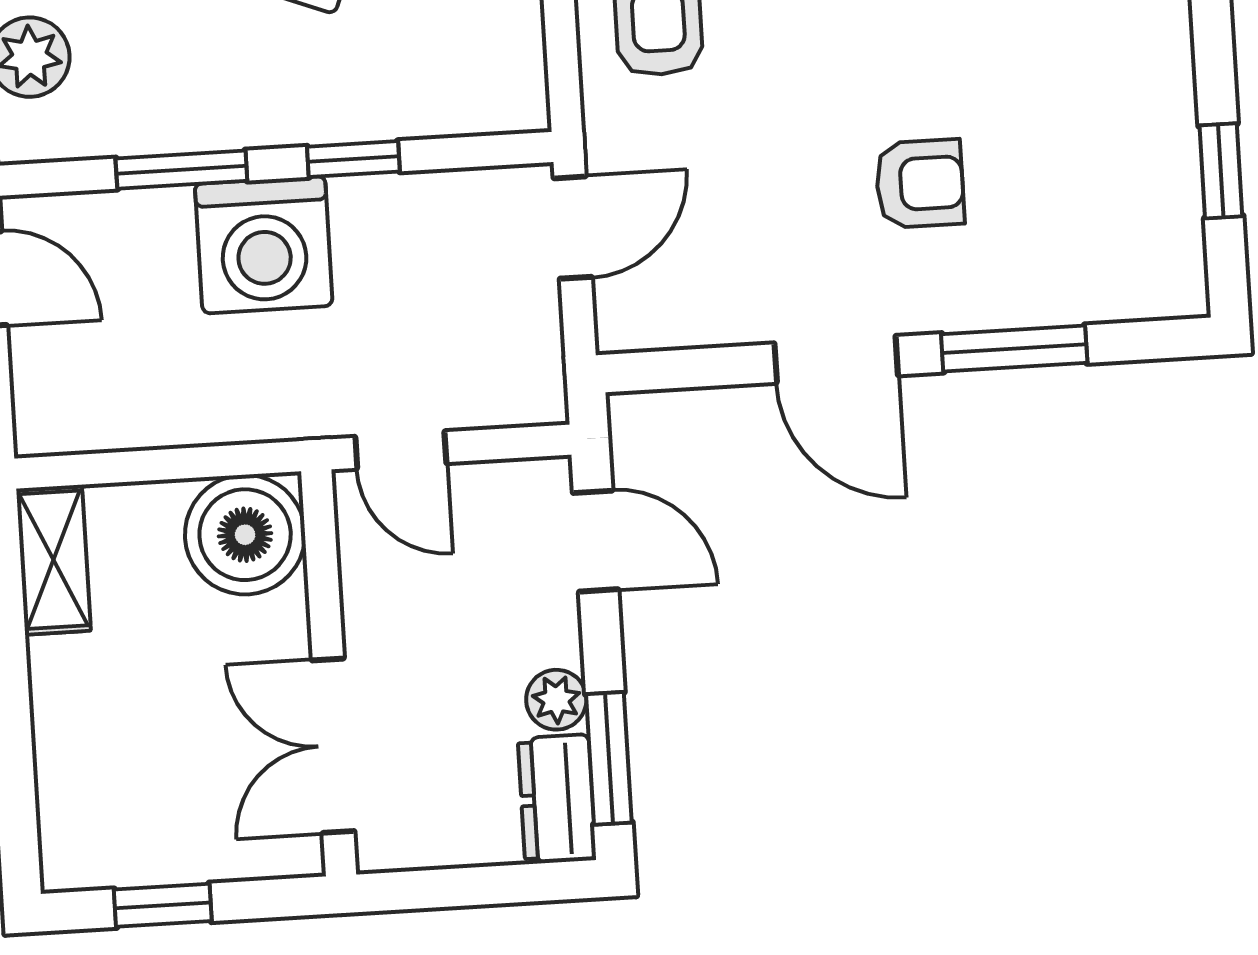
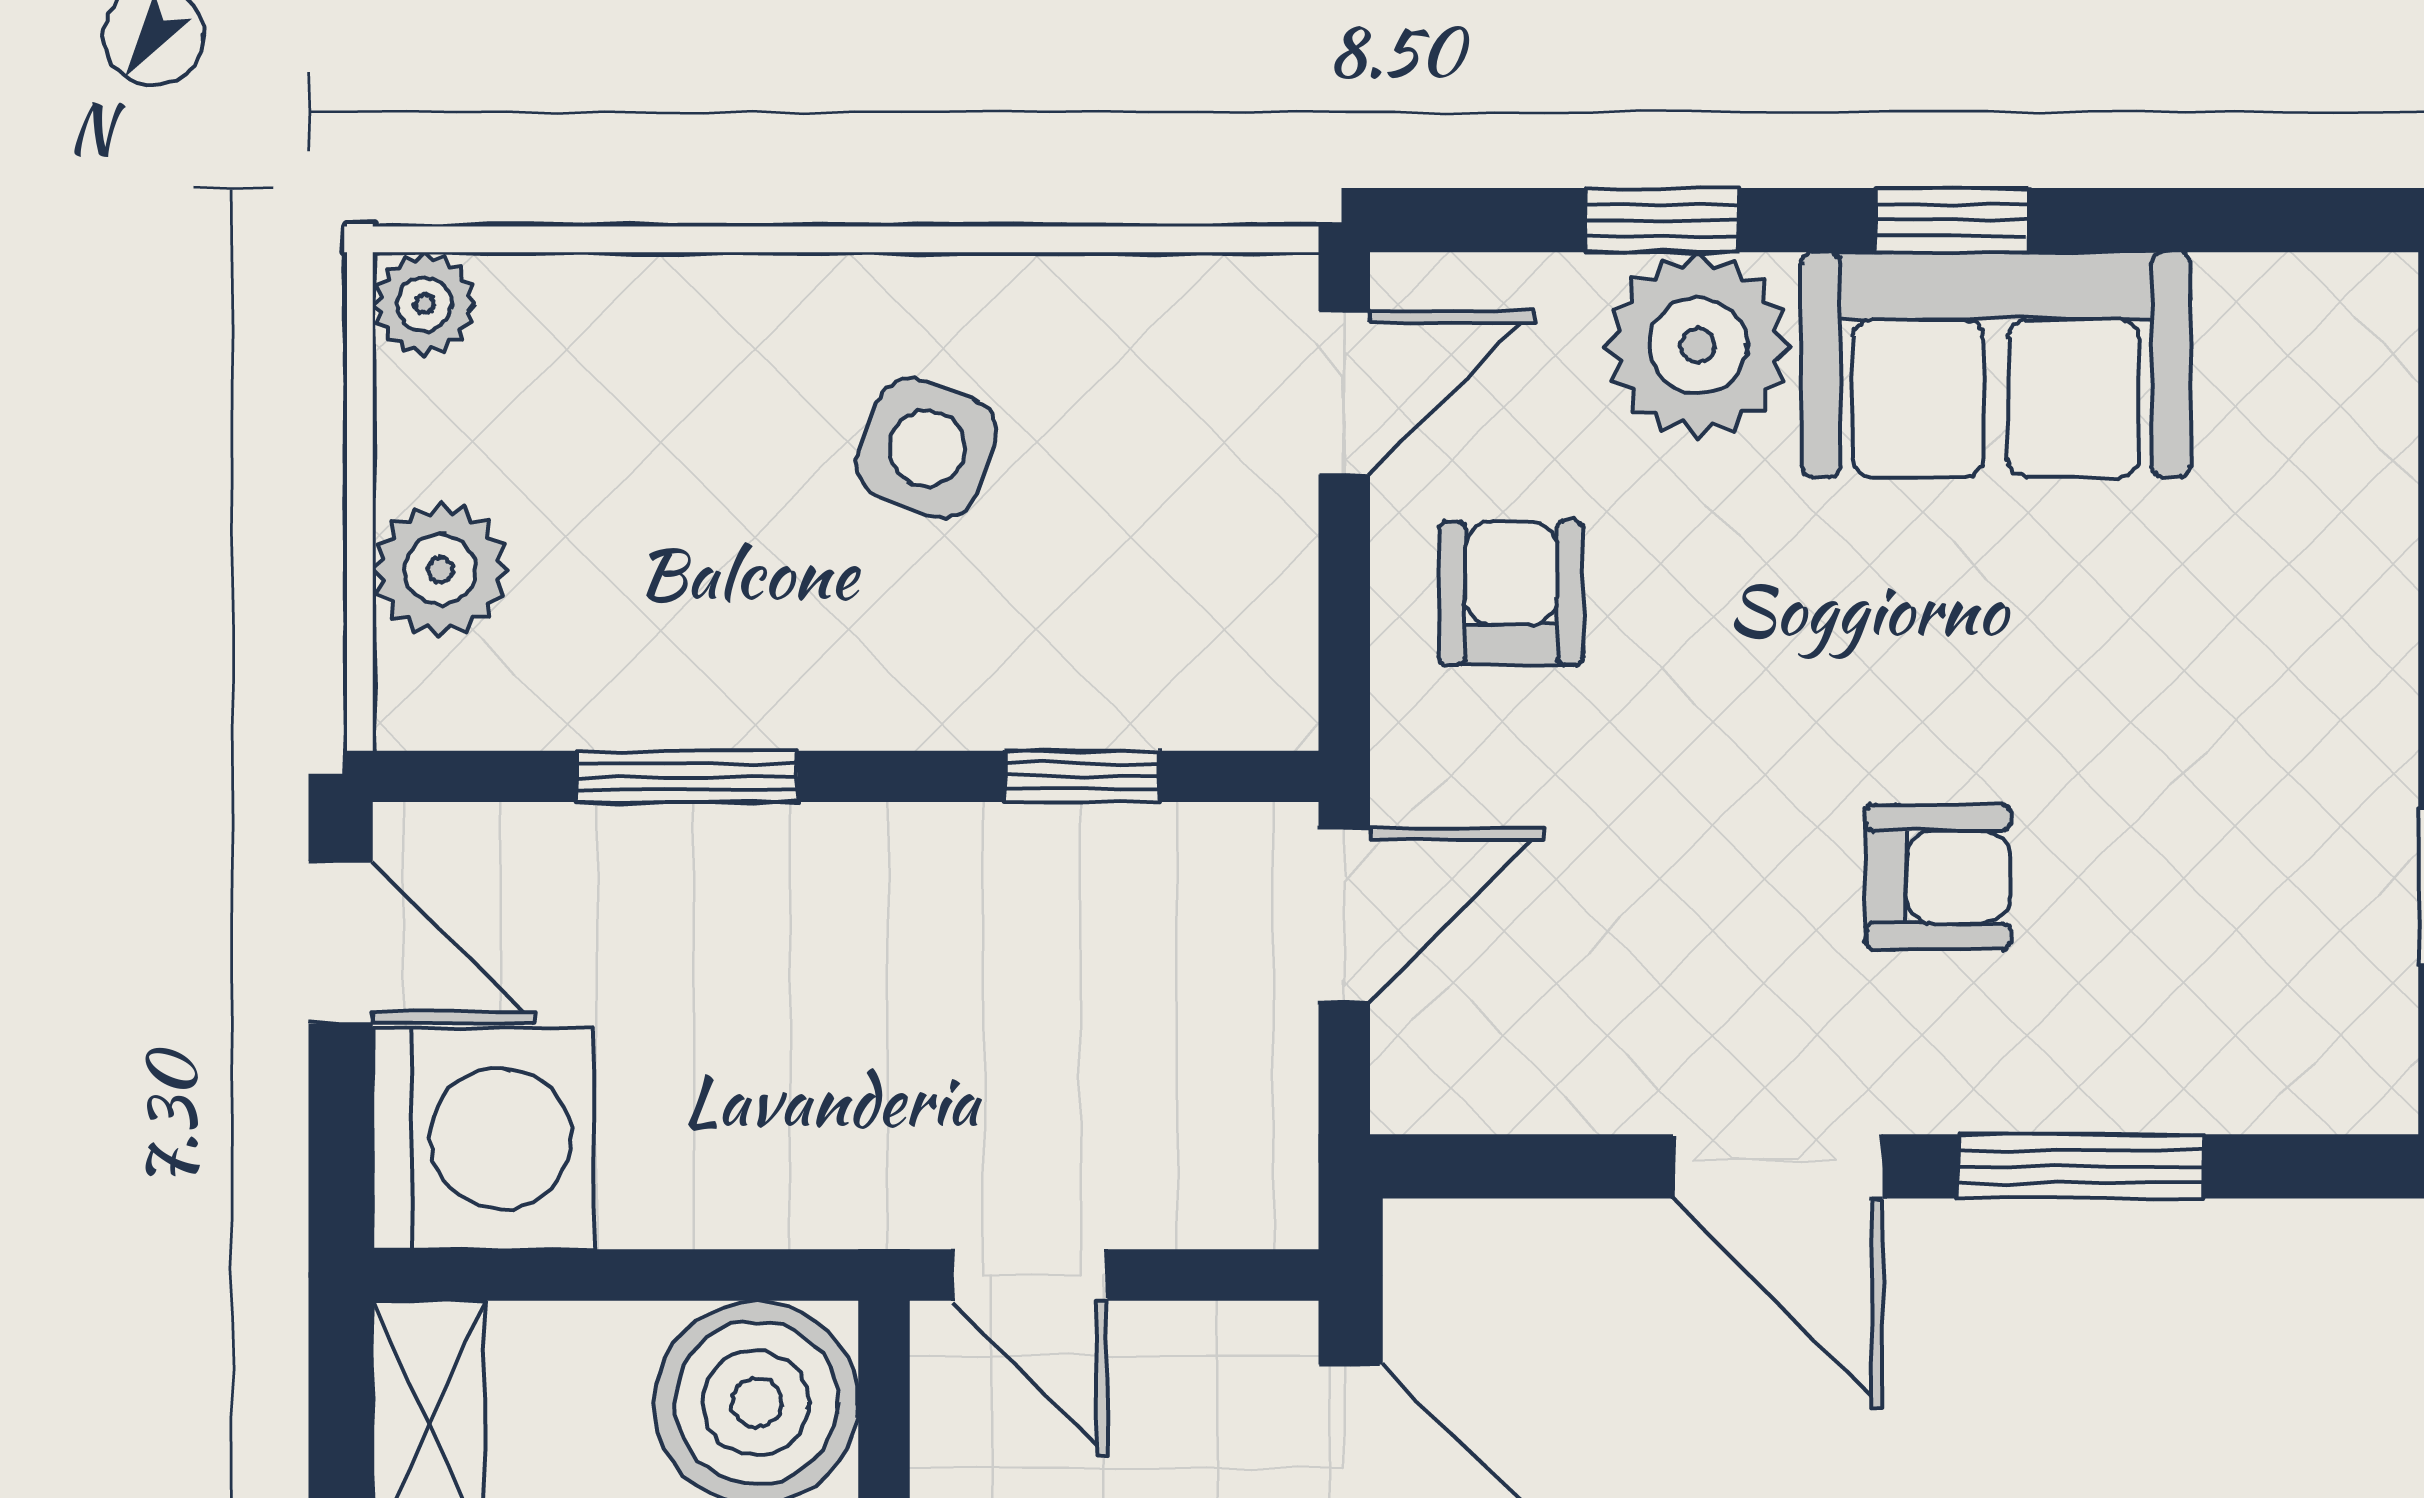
window: (353, 159) -> (1082, 776), moved
washing machine: (264, 245) -> (483, 1139), moved, turned -90

